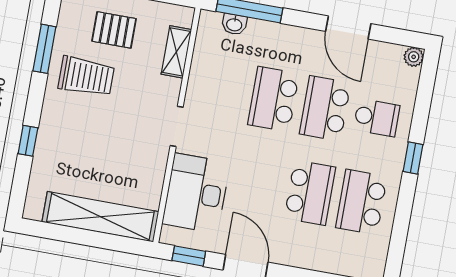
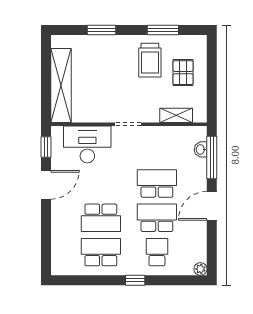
door: (348, 28) -> (212, 206), moved
school desk: (377, 118) -> (157, 252), turned 180
window: (28, 141) -> (102, 30), width x1.50

